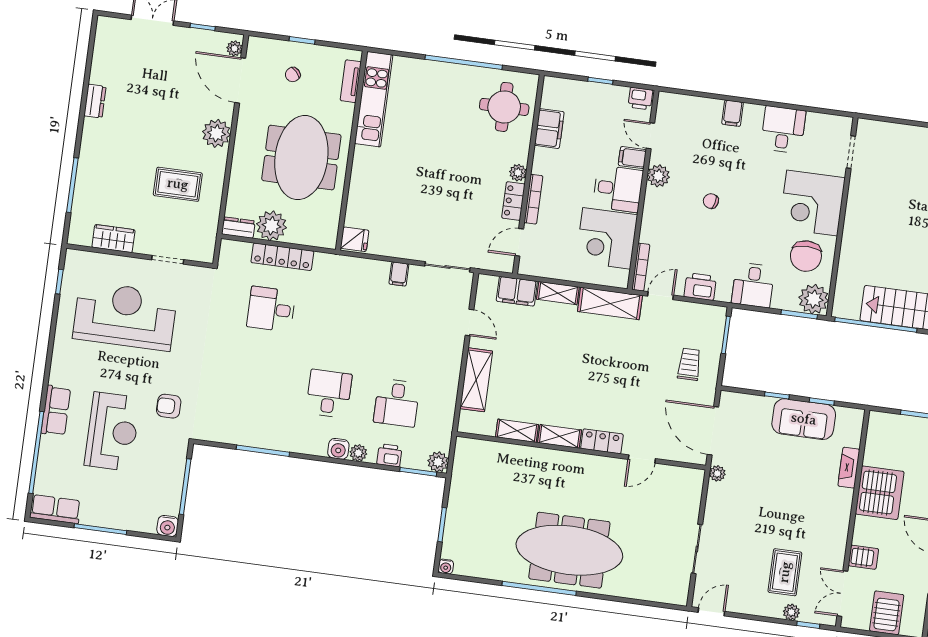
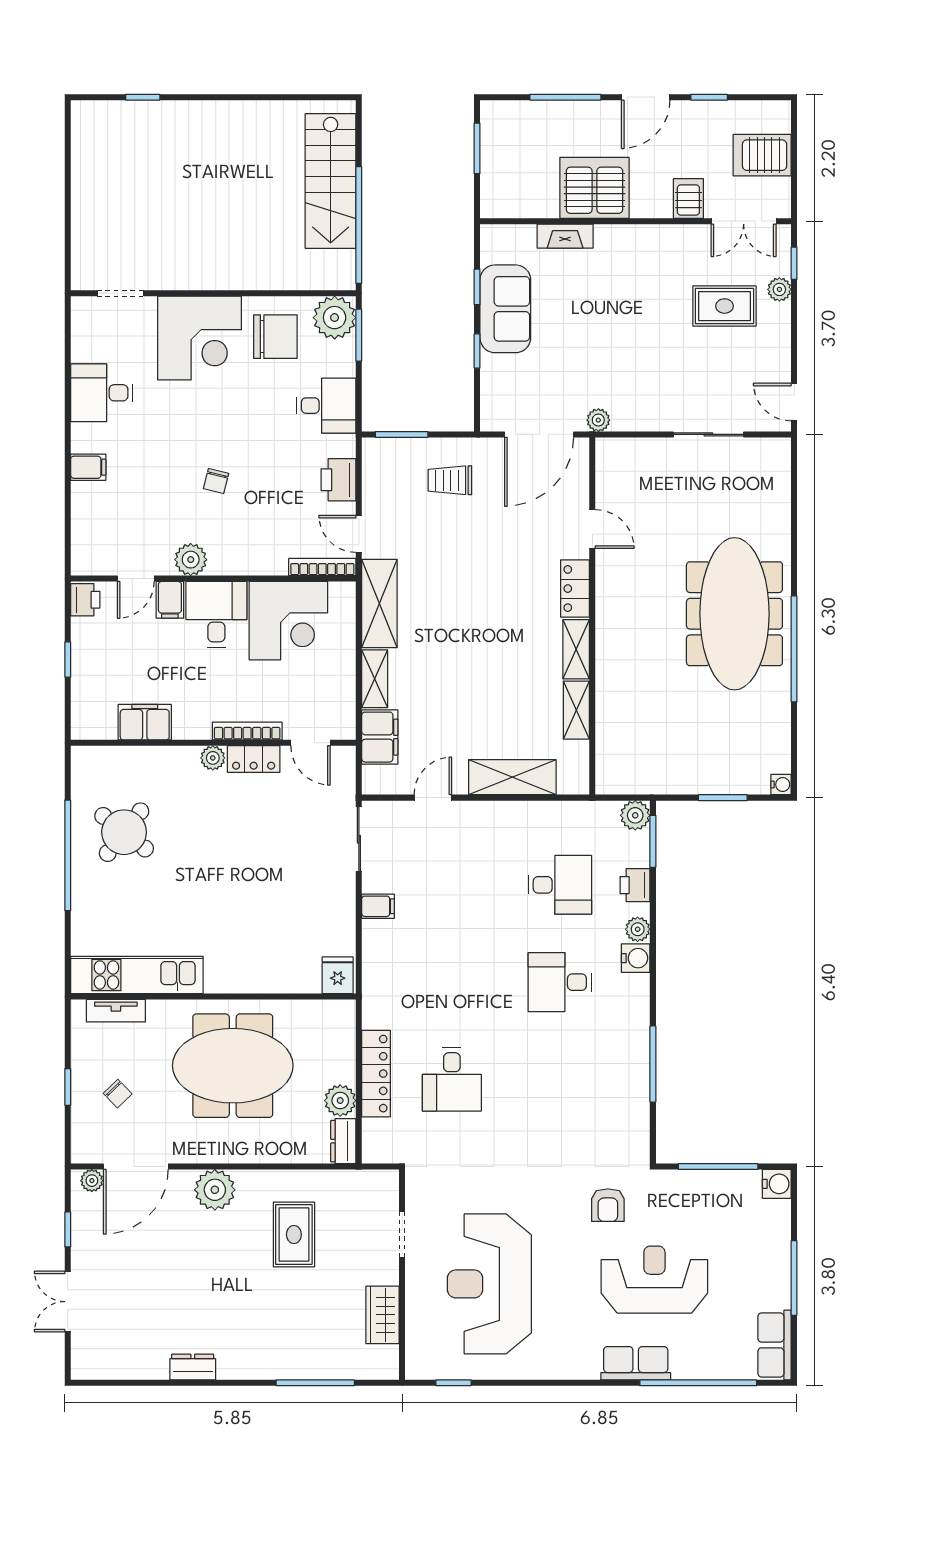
round table: (504, 107) -> (124, 832), moved, turned 38
plant: (271, 226) -> (340, 1101), width x0.73, depth x0.73

